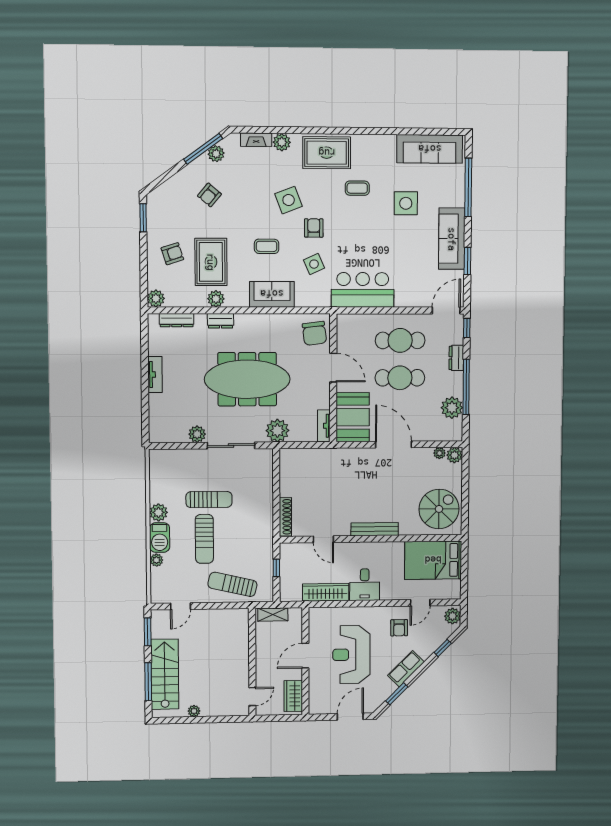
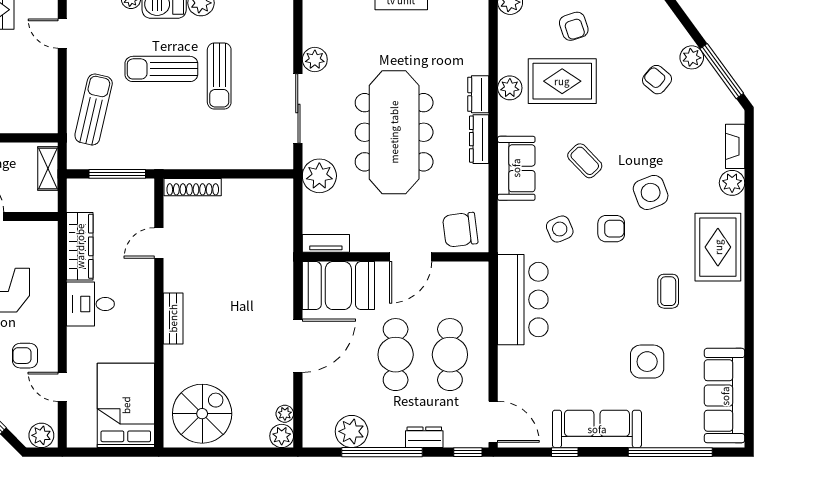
plant: (216, 154) -> (692, 57), moved
coffee table: (267, 246) -> (585, 161), turned -44
window: (467, 261) -> (565, 452), width x0.67
dresser: (177, 320) -> (479, 139), moved
spiral stairs: (439, 509) -> (202, 414), turned -90
bench: (375, 529) -> (173, 318), width x0.73
window: (276, 568) -> (117, 174), width x2.17

